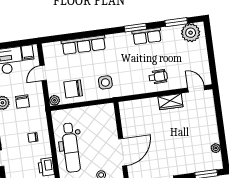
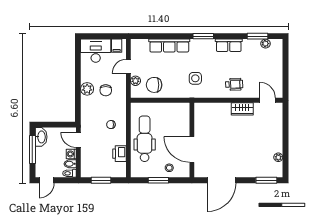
window: (135, 28) -> (203, 36), moved
plant: (191, 33) -> (266, 44), width x0.53, depth x0.53
side table: (105, 82) -> (195, 78), moved
plant: (55, 100) -> (135, 81), moved
dental chair: (71, 148) -> (145, 139), turned 180
door: (123, 152) -> (192, 149), swing flipped

